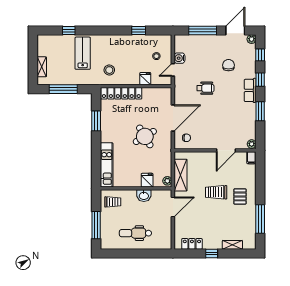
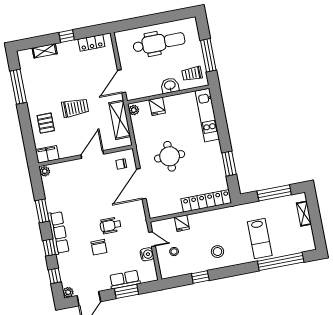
window: (69, 30) -> (281, 262), width x3.17
window: (203, 30) -> (126, 291), width x0.69
row of seats: (202, 41) -> (125, 279), added
chair: (228, 65) -> (99, 247), moved
stool: (109, 70) -> (217, 252), moved
door: (173, 70) -> (152, 239), hinge flipped
row of seats: (250, 90) -> (58, 233), width x1.48
round table: (145, 136) -> (170, 156), turned 31
door: (226, 150) -> (92, 154), moved
filing cabinet: (251, 158) -> (47, 154), width x2.00
washbasin: (144, 196) -> (170, 86), moved
pallet: (240, 196) -> (46, 123), moved
window: (96, 225) -> (208, 55), moved
dental chair: (135, 233) -> (159, 43), width x1.36, depth x1.38

